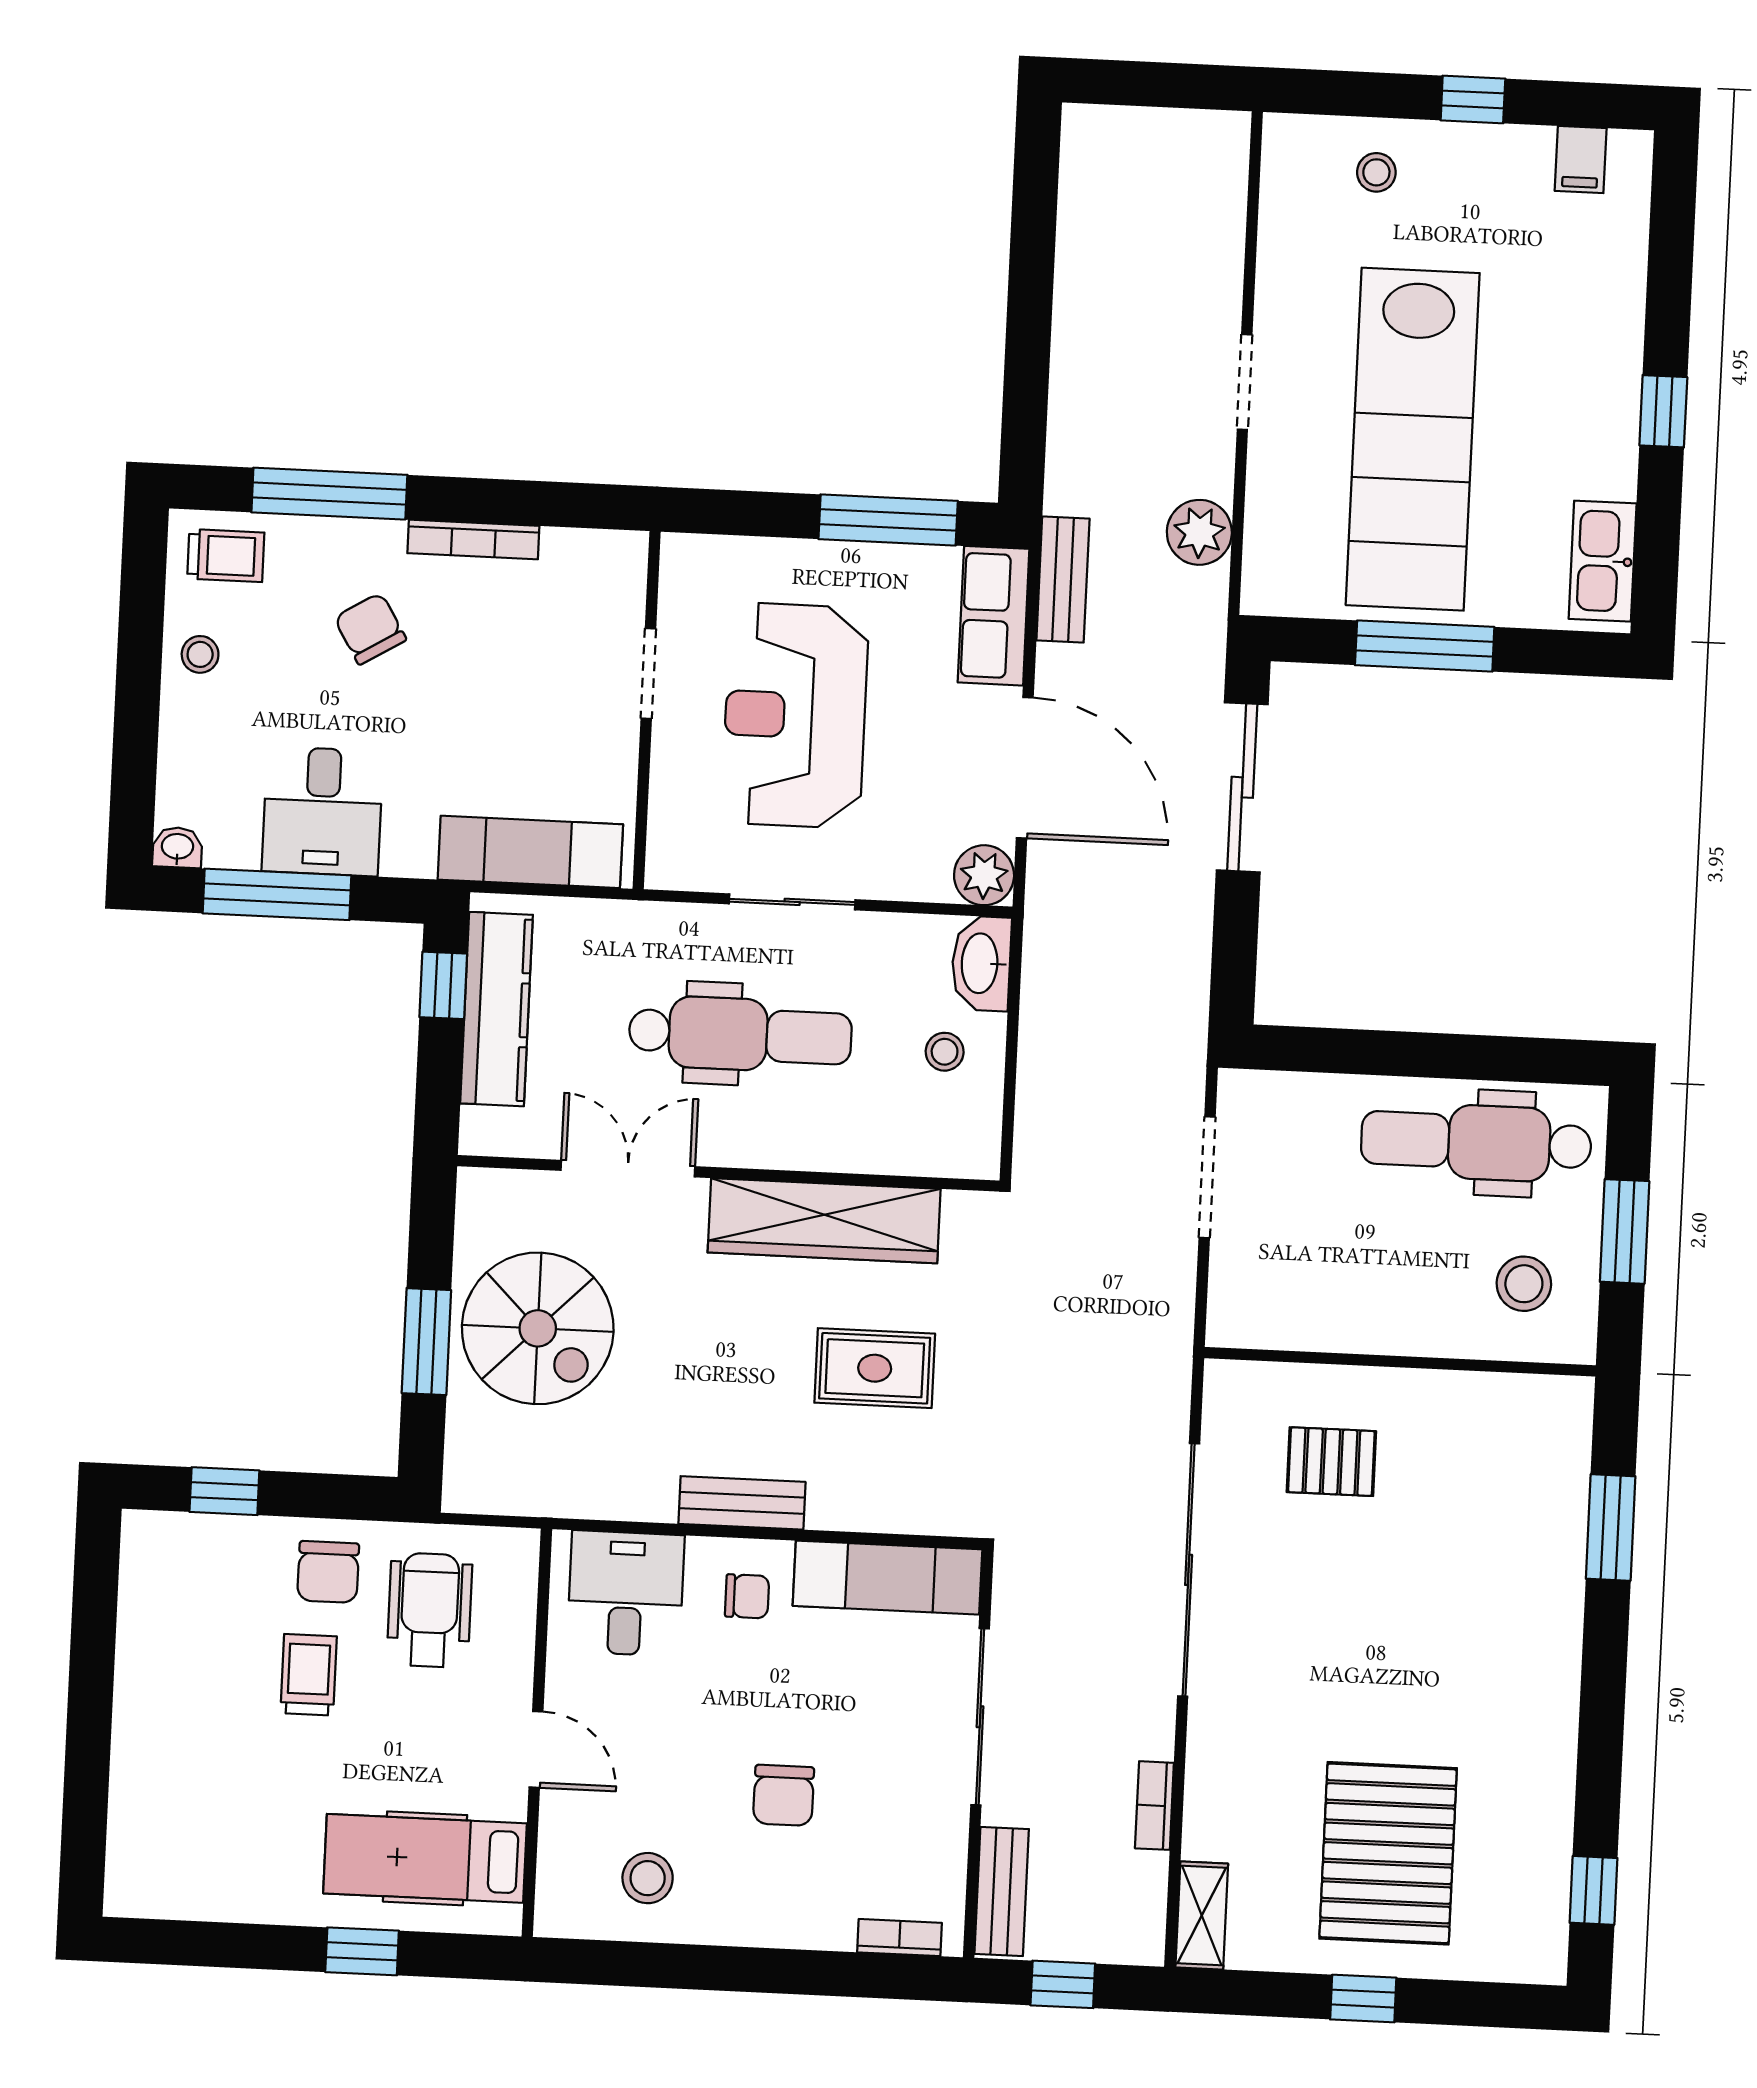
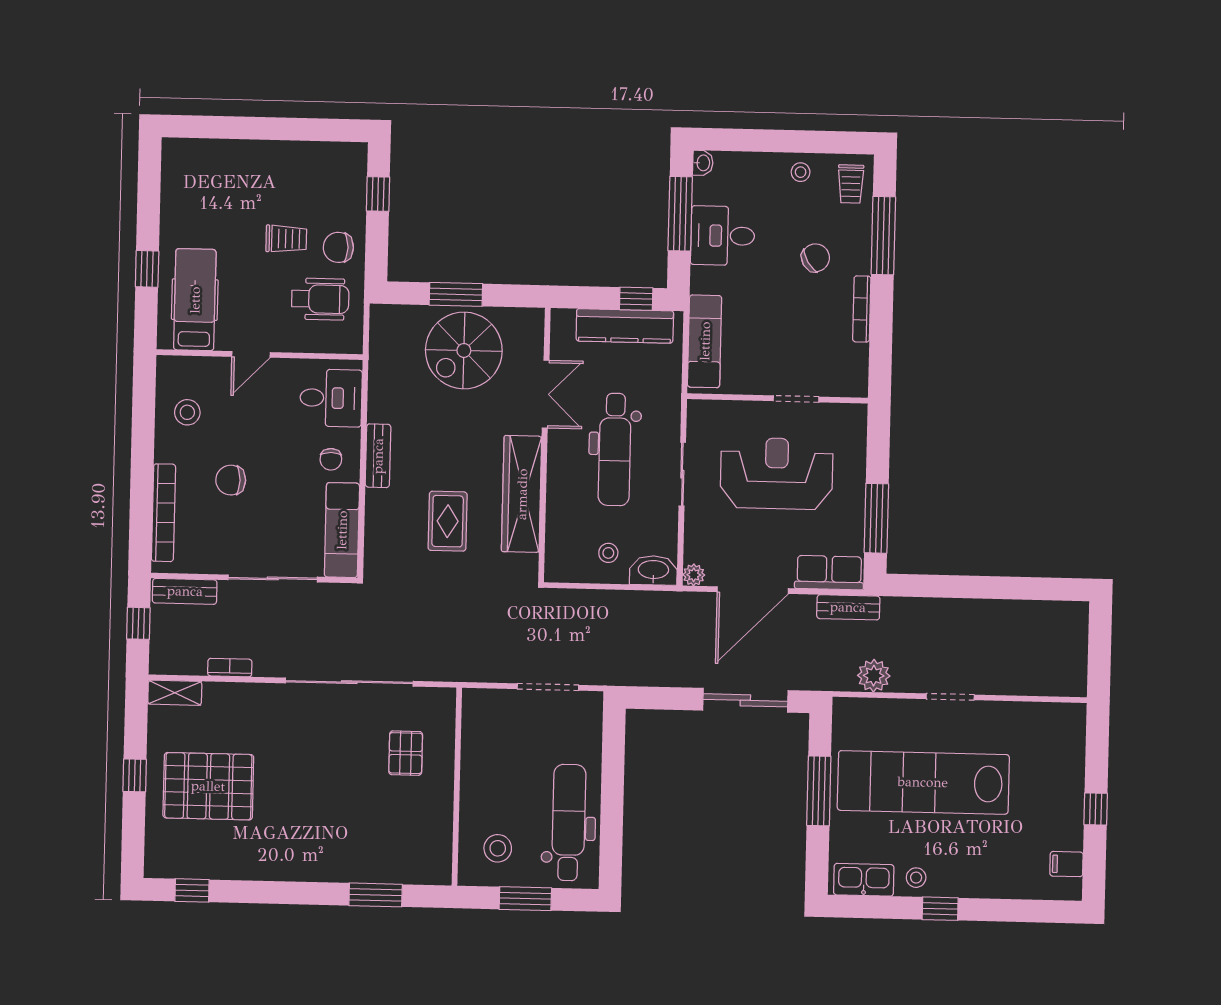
stool: (1376, 172) -> (916, 878), moved
plant: (984, 875) -> (694, 575), width x0.73, depth x0.73
bookcase: (899, 1938) -> (163, 513), width x2.31, depth x1.31

